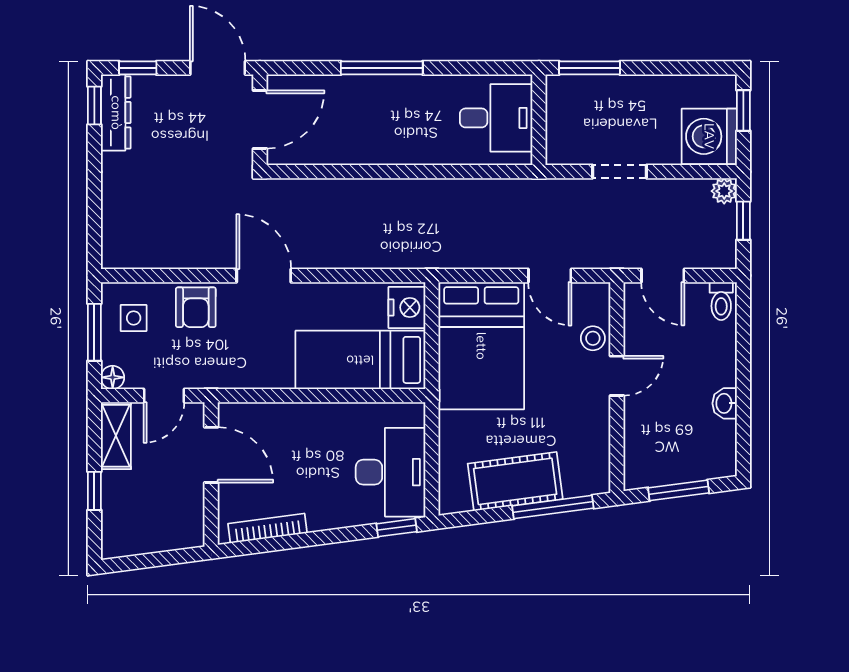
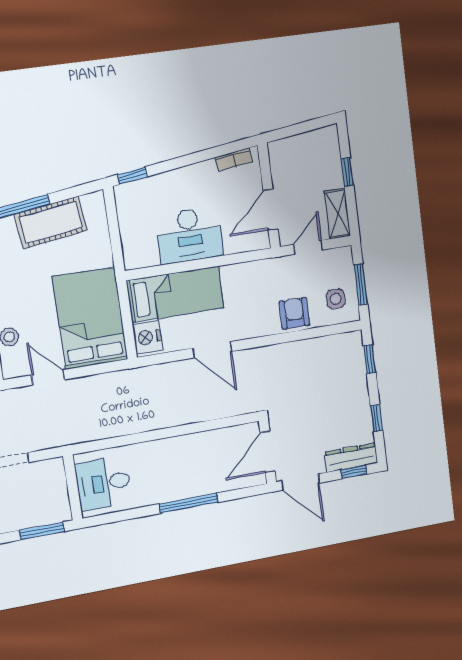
window: (94, 106) -> (377, 418), moved
dresser: (116, 113) -> (351, 458), moved, turned 90
window: (94, 225) -> (370, 359), added
door: (264, 276) -> (212, 350), moved
floor lamp: (113, 377) -> (345, 255), removed
door: (211, 455) -> (271, 210), hinge flipped
desk: (391, 472) -> (190, 235), moved, turned -90
bookcase: (267, 528) -> (234, 159), width x0.64

